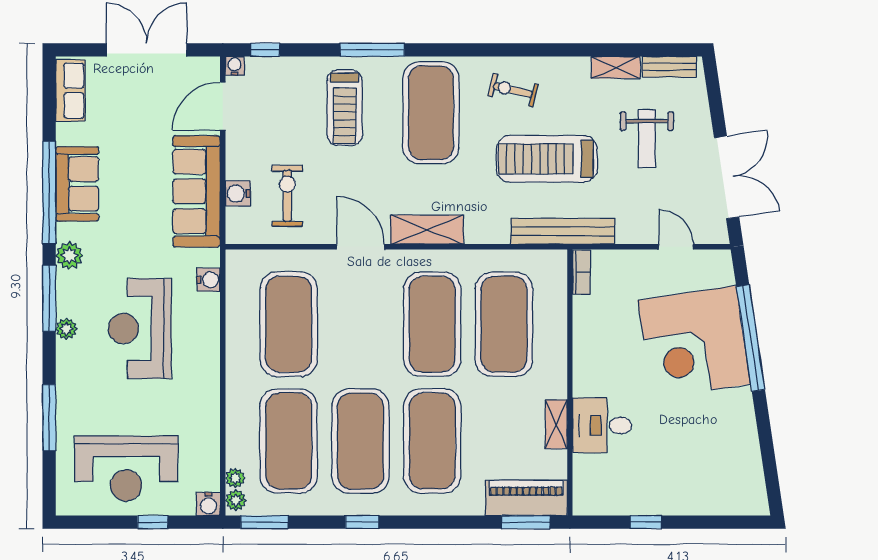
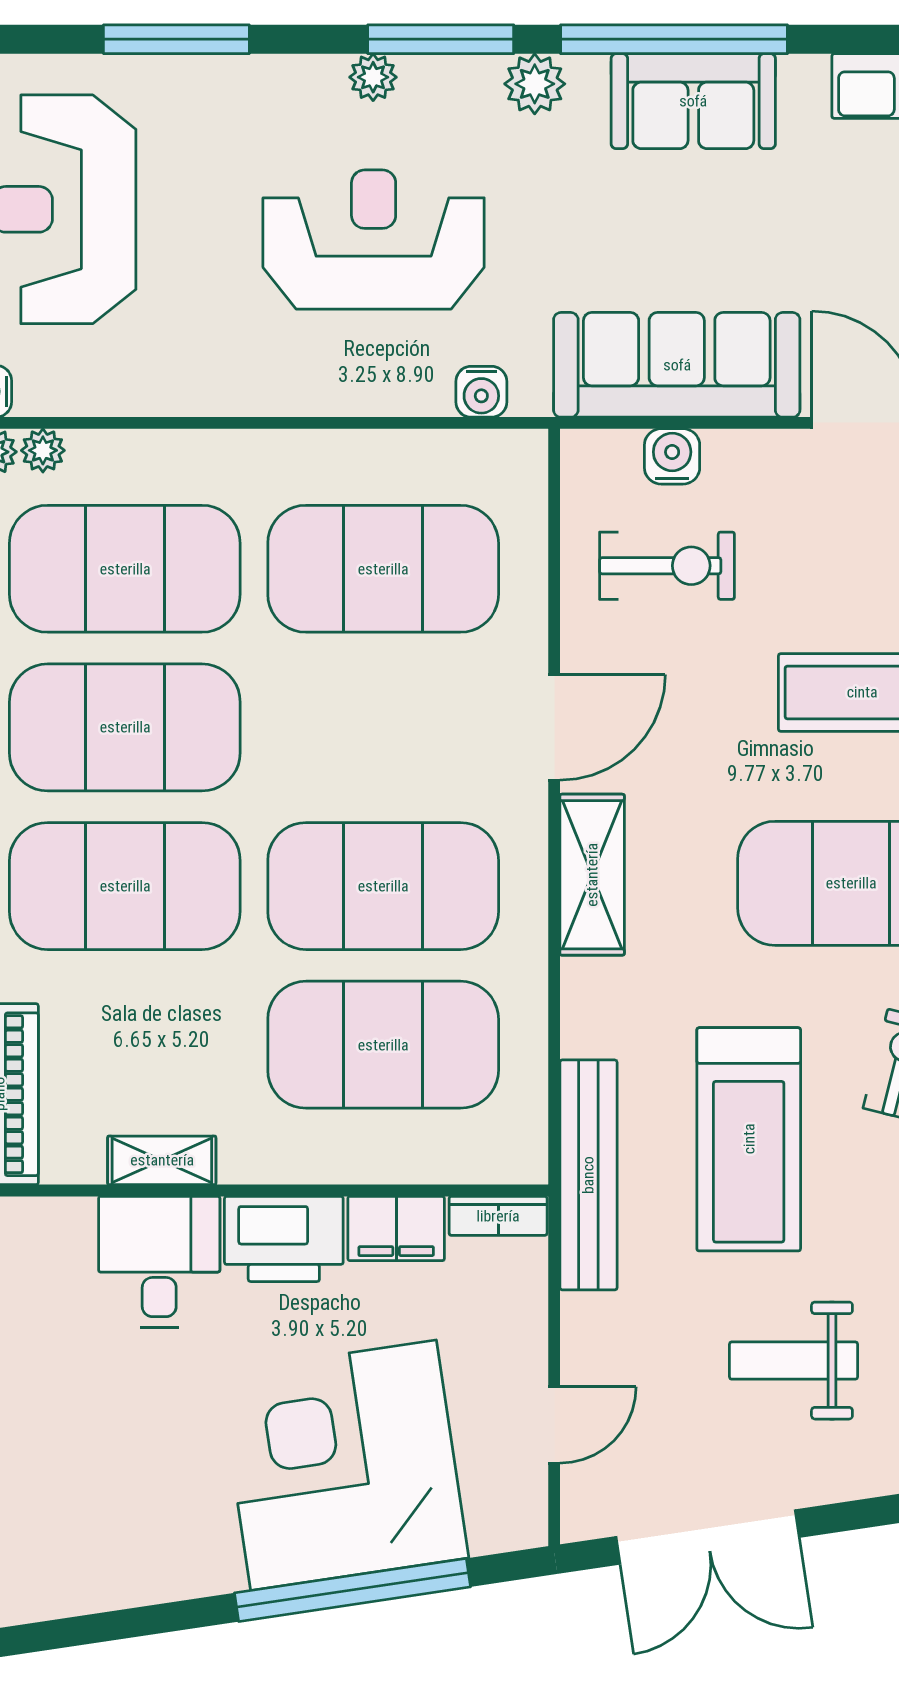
treadmill: (547, 159) -> (749, 1139), turned 180
filing cabinet: (587, 318) -> (396, 1228), added
printer: (592, 369) -> (284, 1239), added

